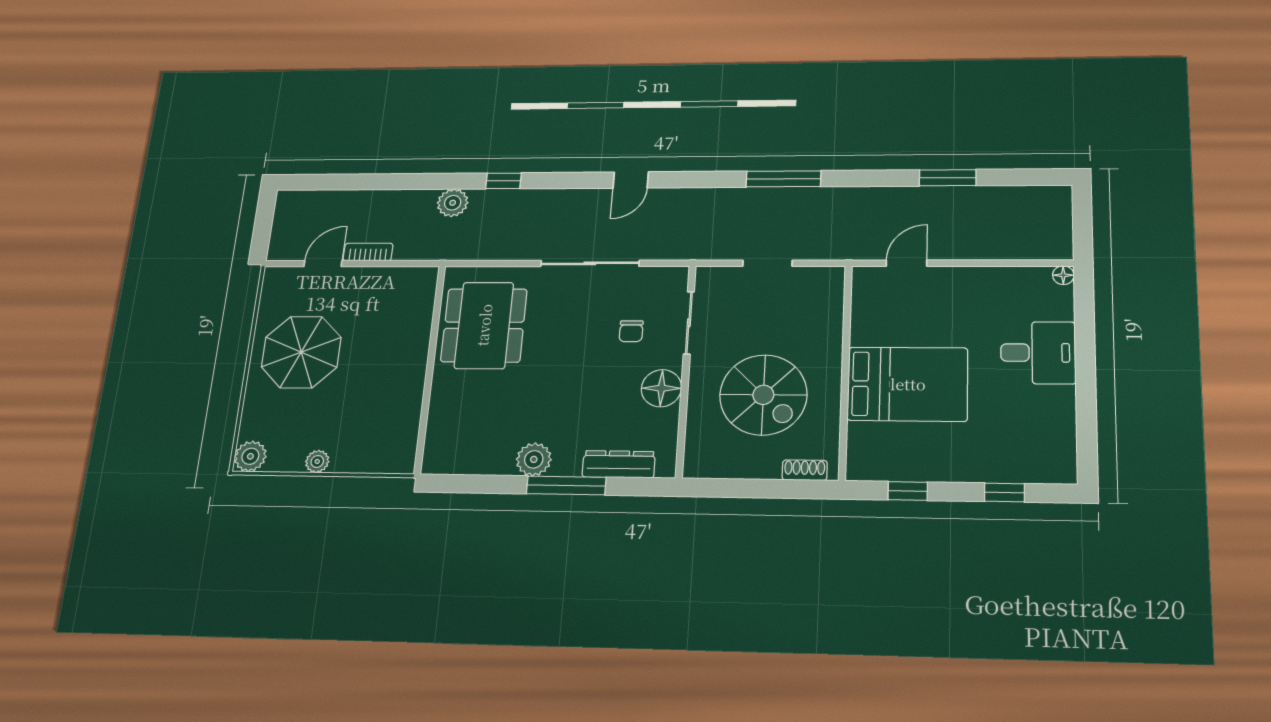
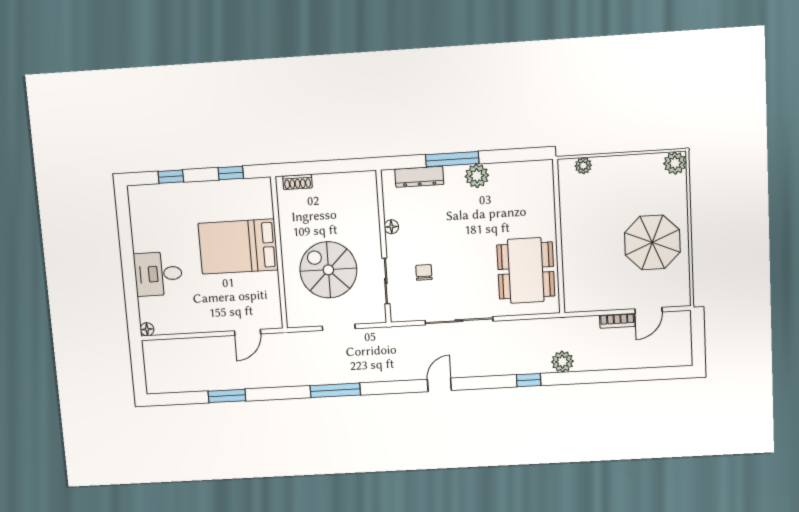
floor lamp: (661, 388) -> (391, 227), width x0.53, depth x0.53
spiral stairs: (763, 395) -> (328, 270), moved
plant: (317, 461) -> (583, 166), moved

